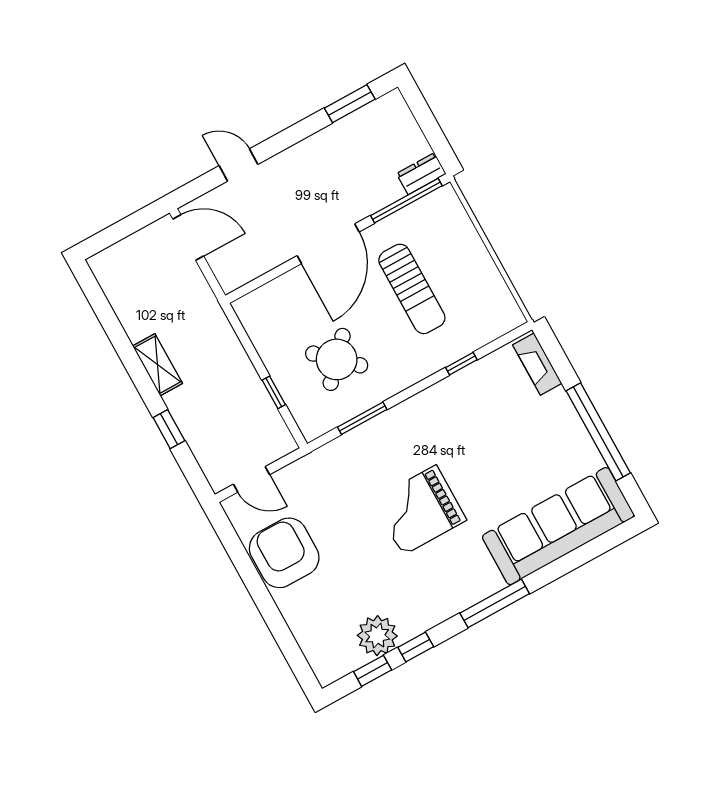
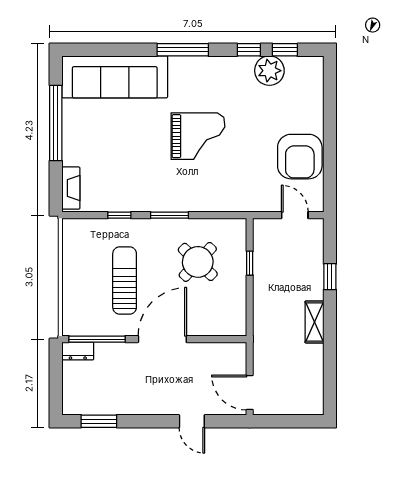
window: (362, 418) -> (169, 215), moved

